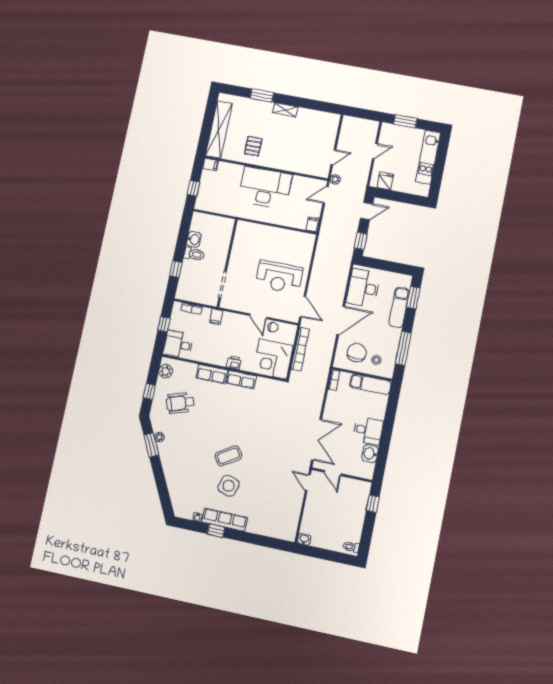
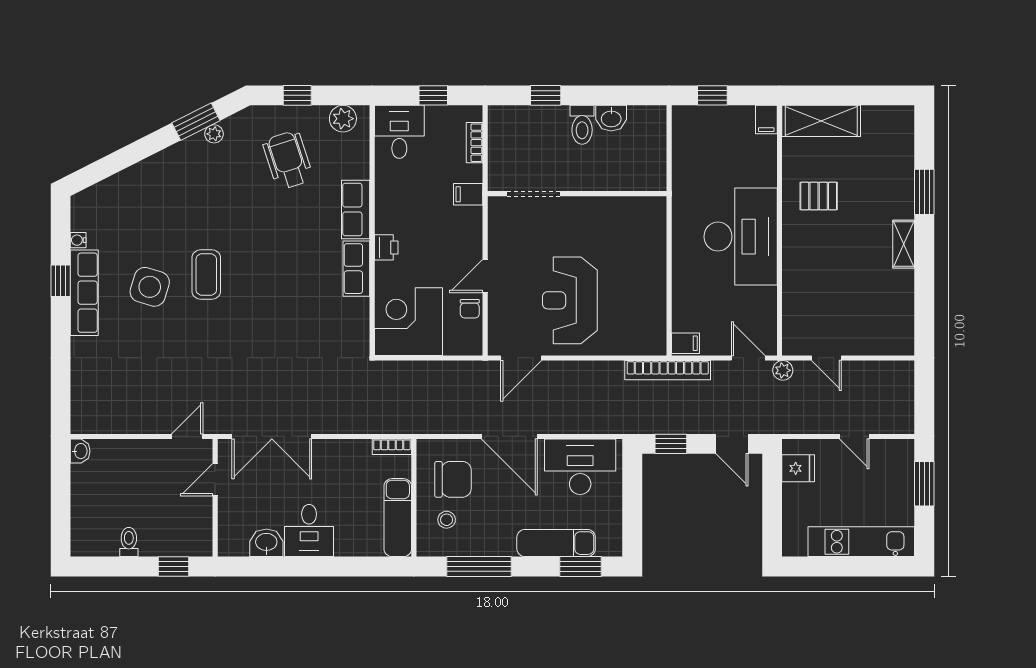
shelving: (219, 130) -> (821, 121), width x0.68
bookcase: (300, 349) -> (668, 370), moved
coffee table: (228, 456) -> (206, 275), turned 32
toilet: (351, 547) -> (129, 542), moved

